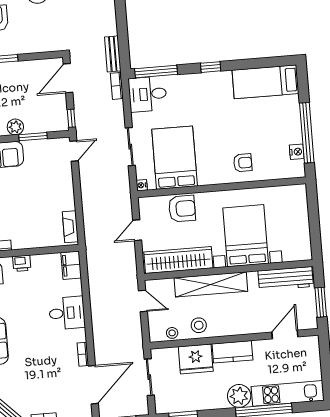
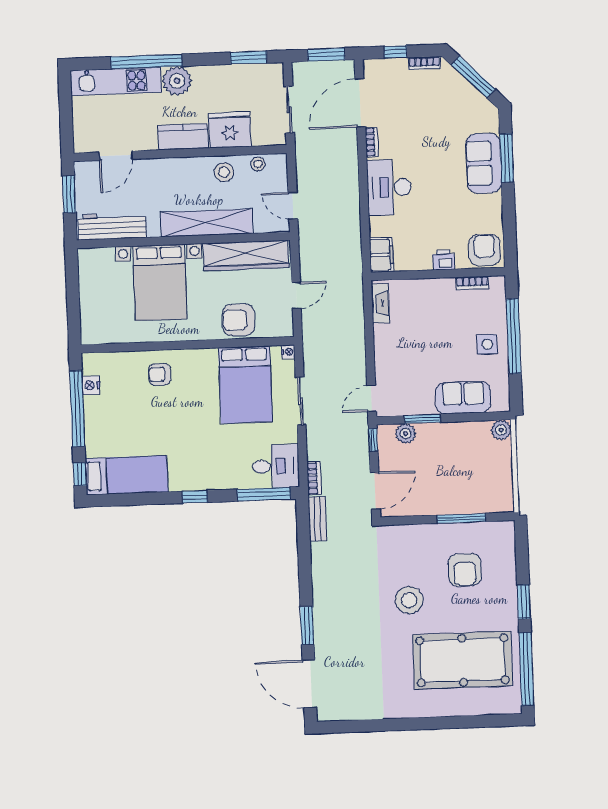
window: (303, 81) -> (80, 474), added
plant: (15, 127) -> (406, 434), moved
desk: (67, 313) -> (389, 187), width x1.37

